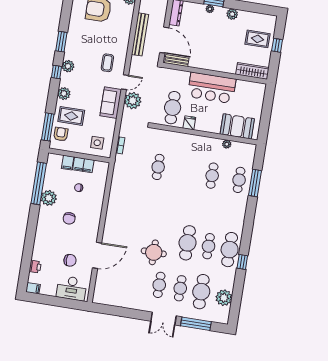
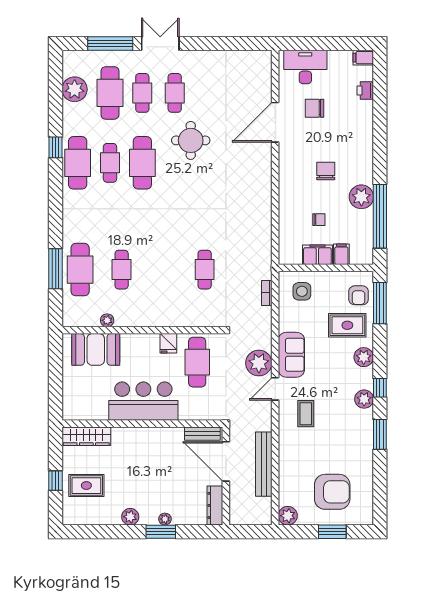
cafe table: (239, 180) -> (80, 270), width x1.37, depth x1.35

